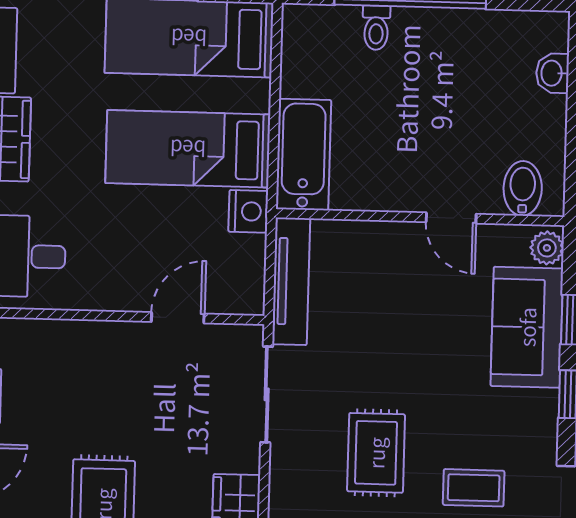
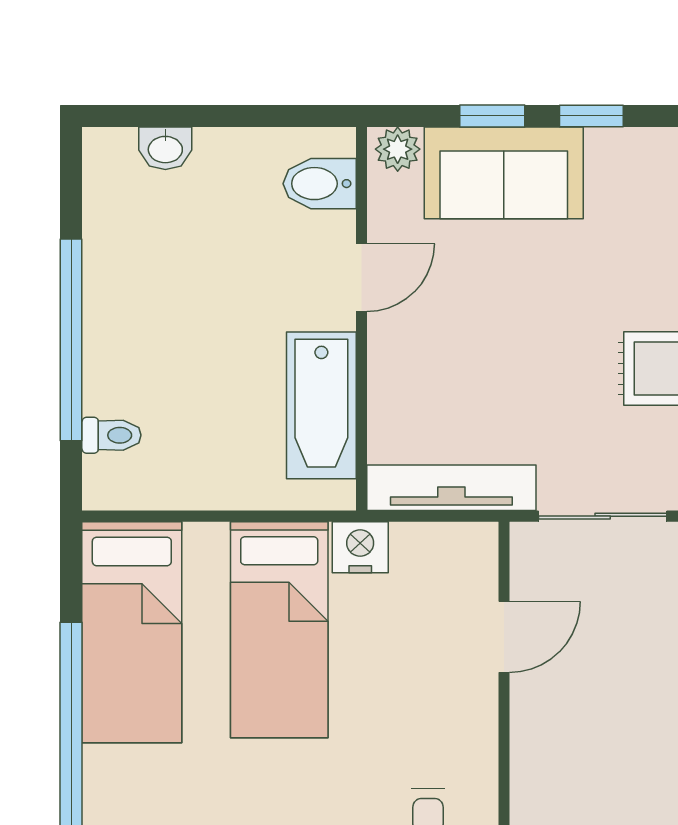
toilet: (376, 28) -> (111, 435), moved
bathtub: (303, 154) -> (321, 405), moved, turned -90
door: (178, 318) -> (504, 637), swing flipped

